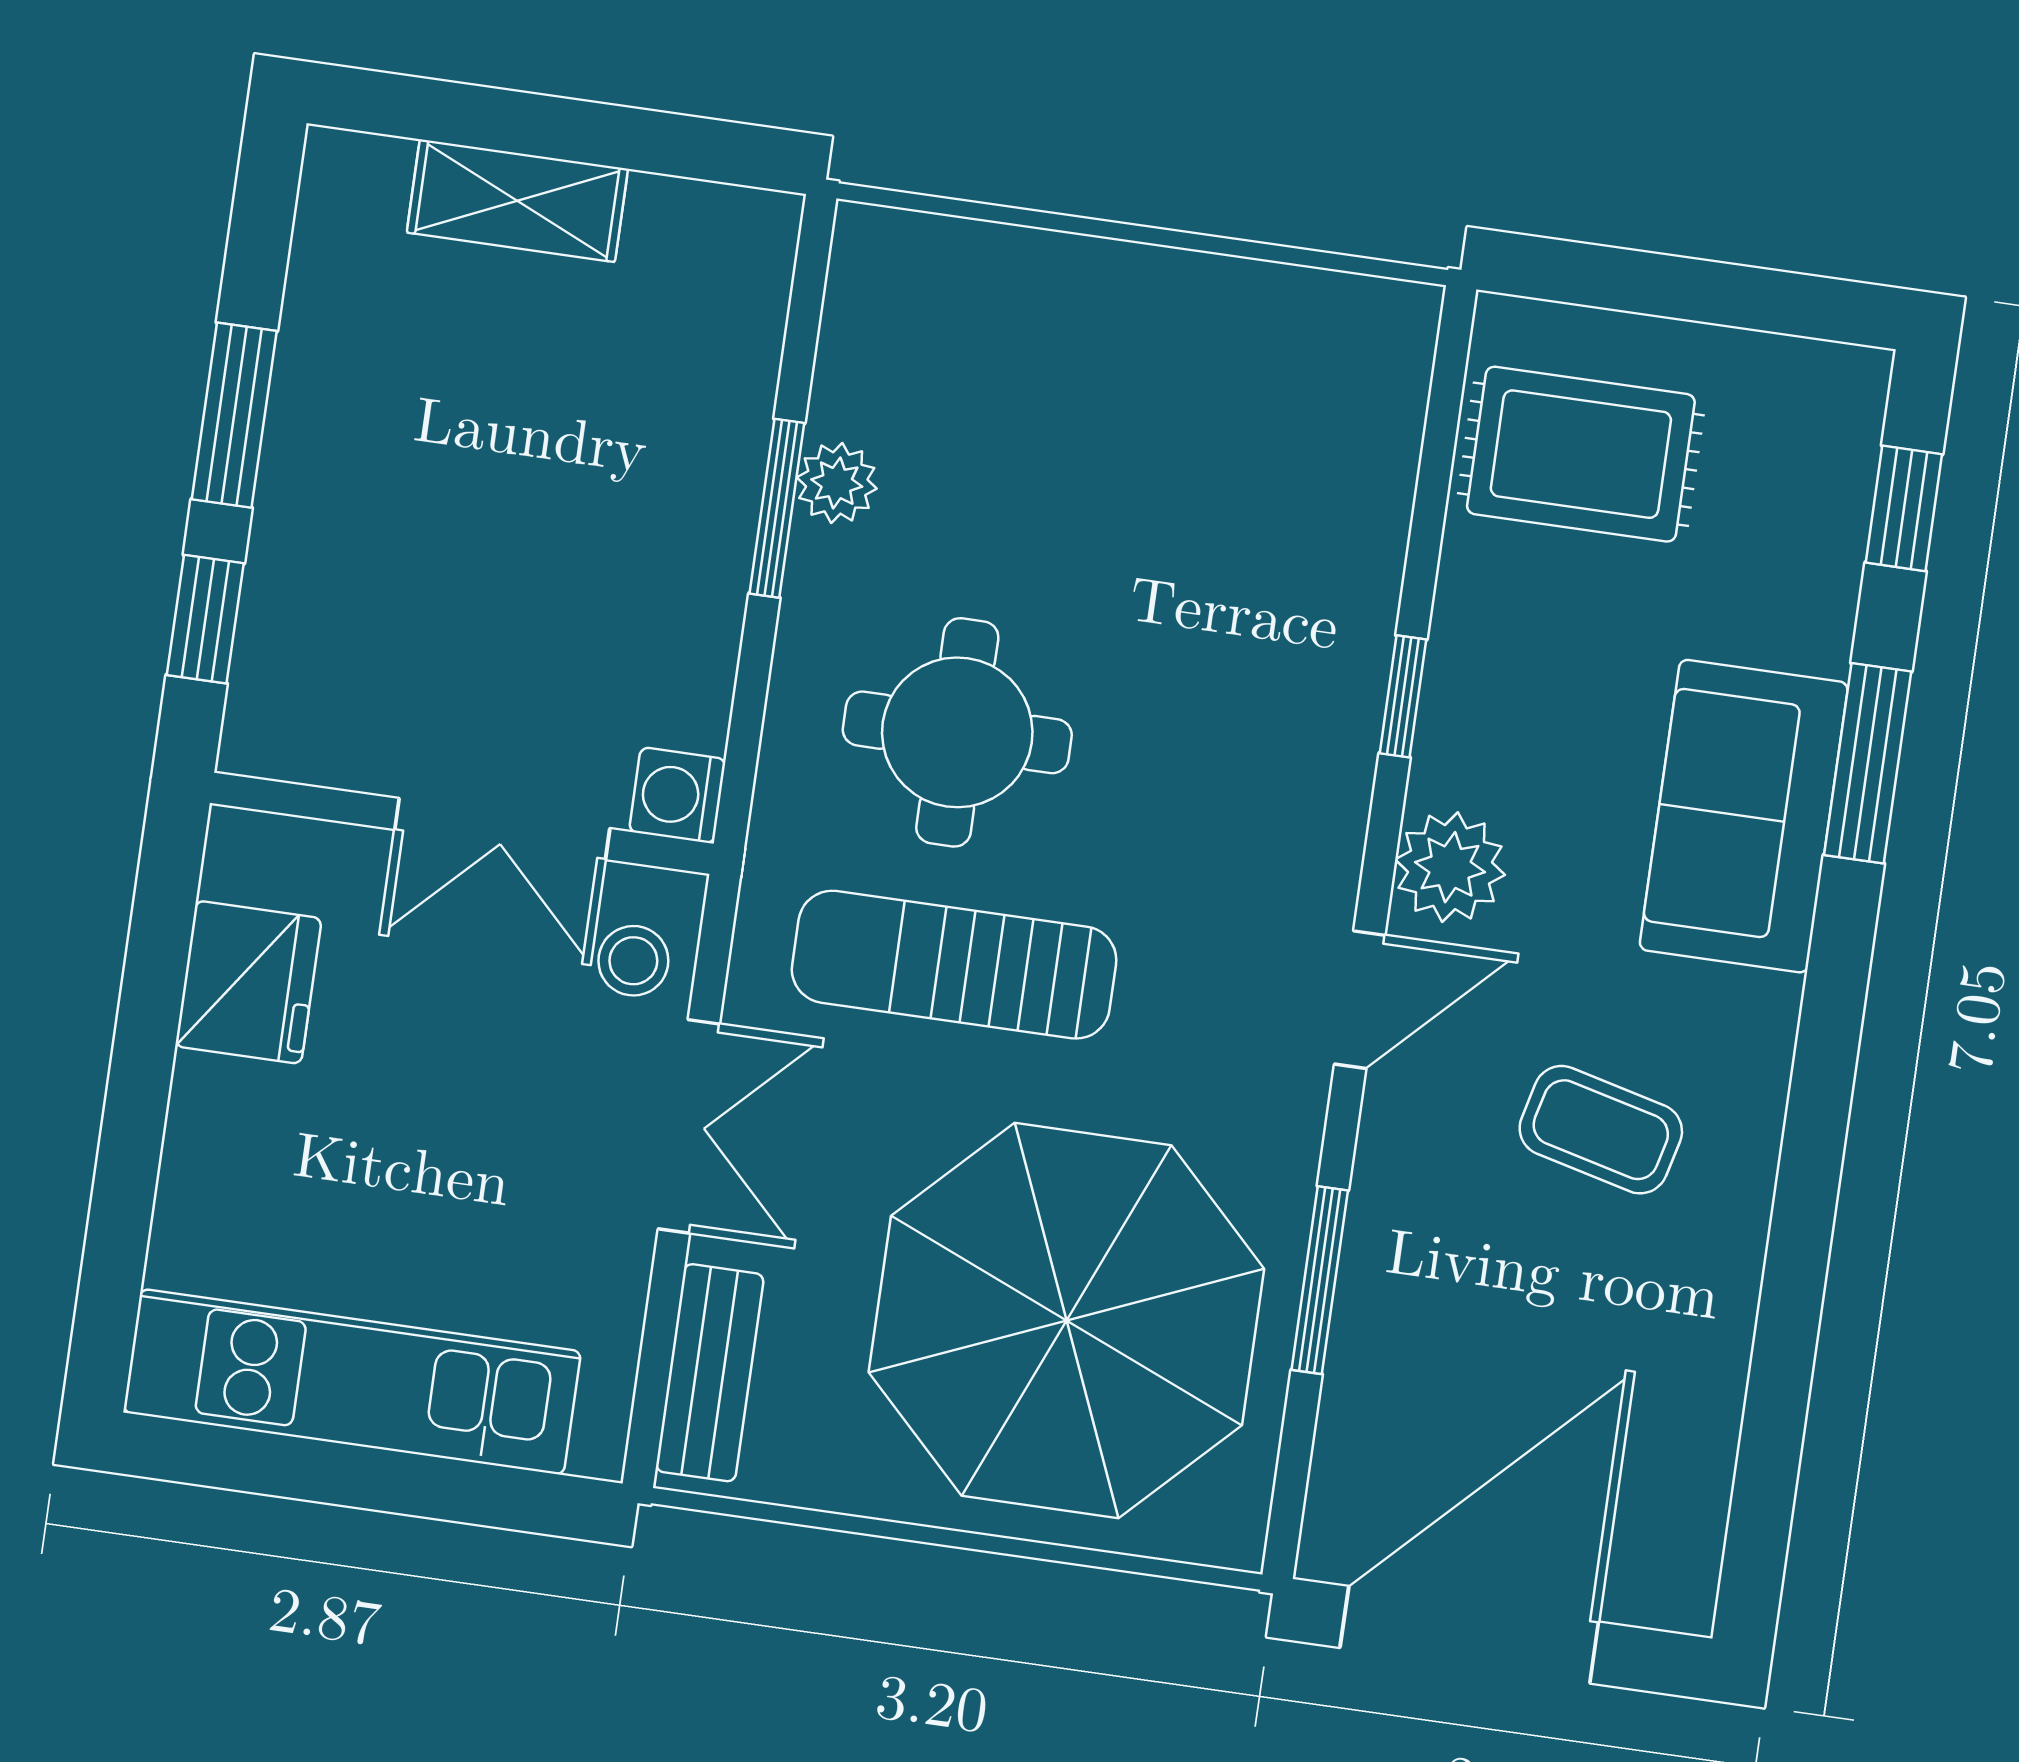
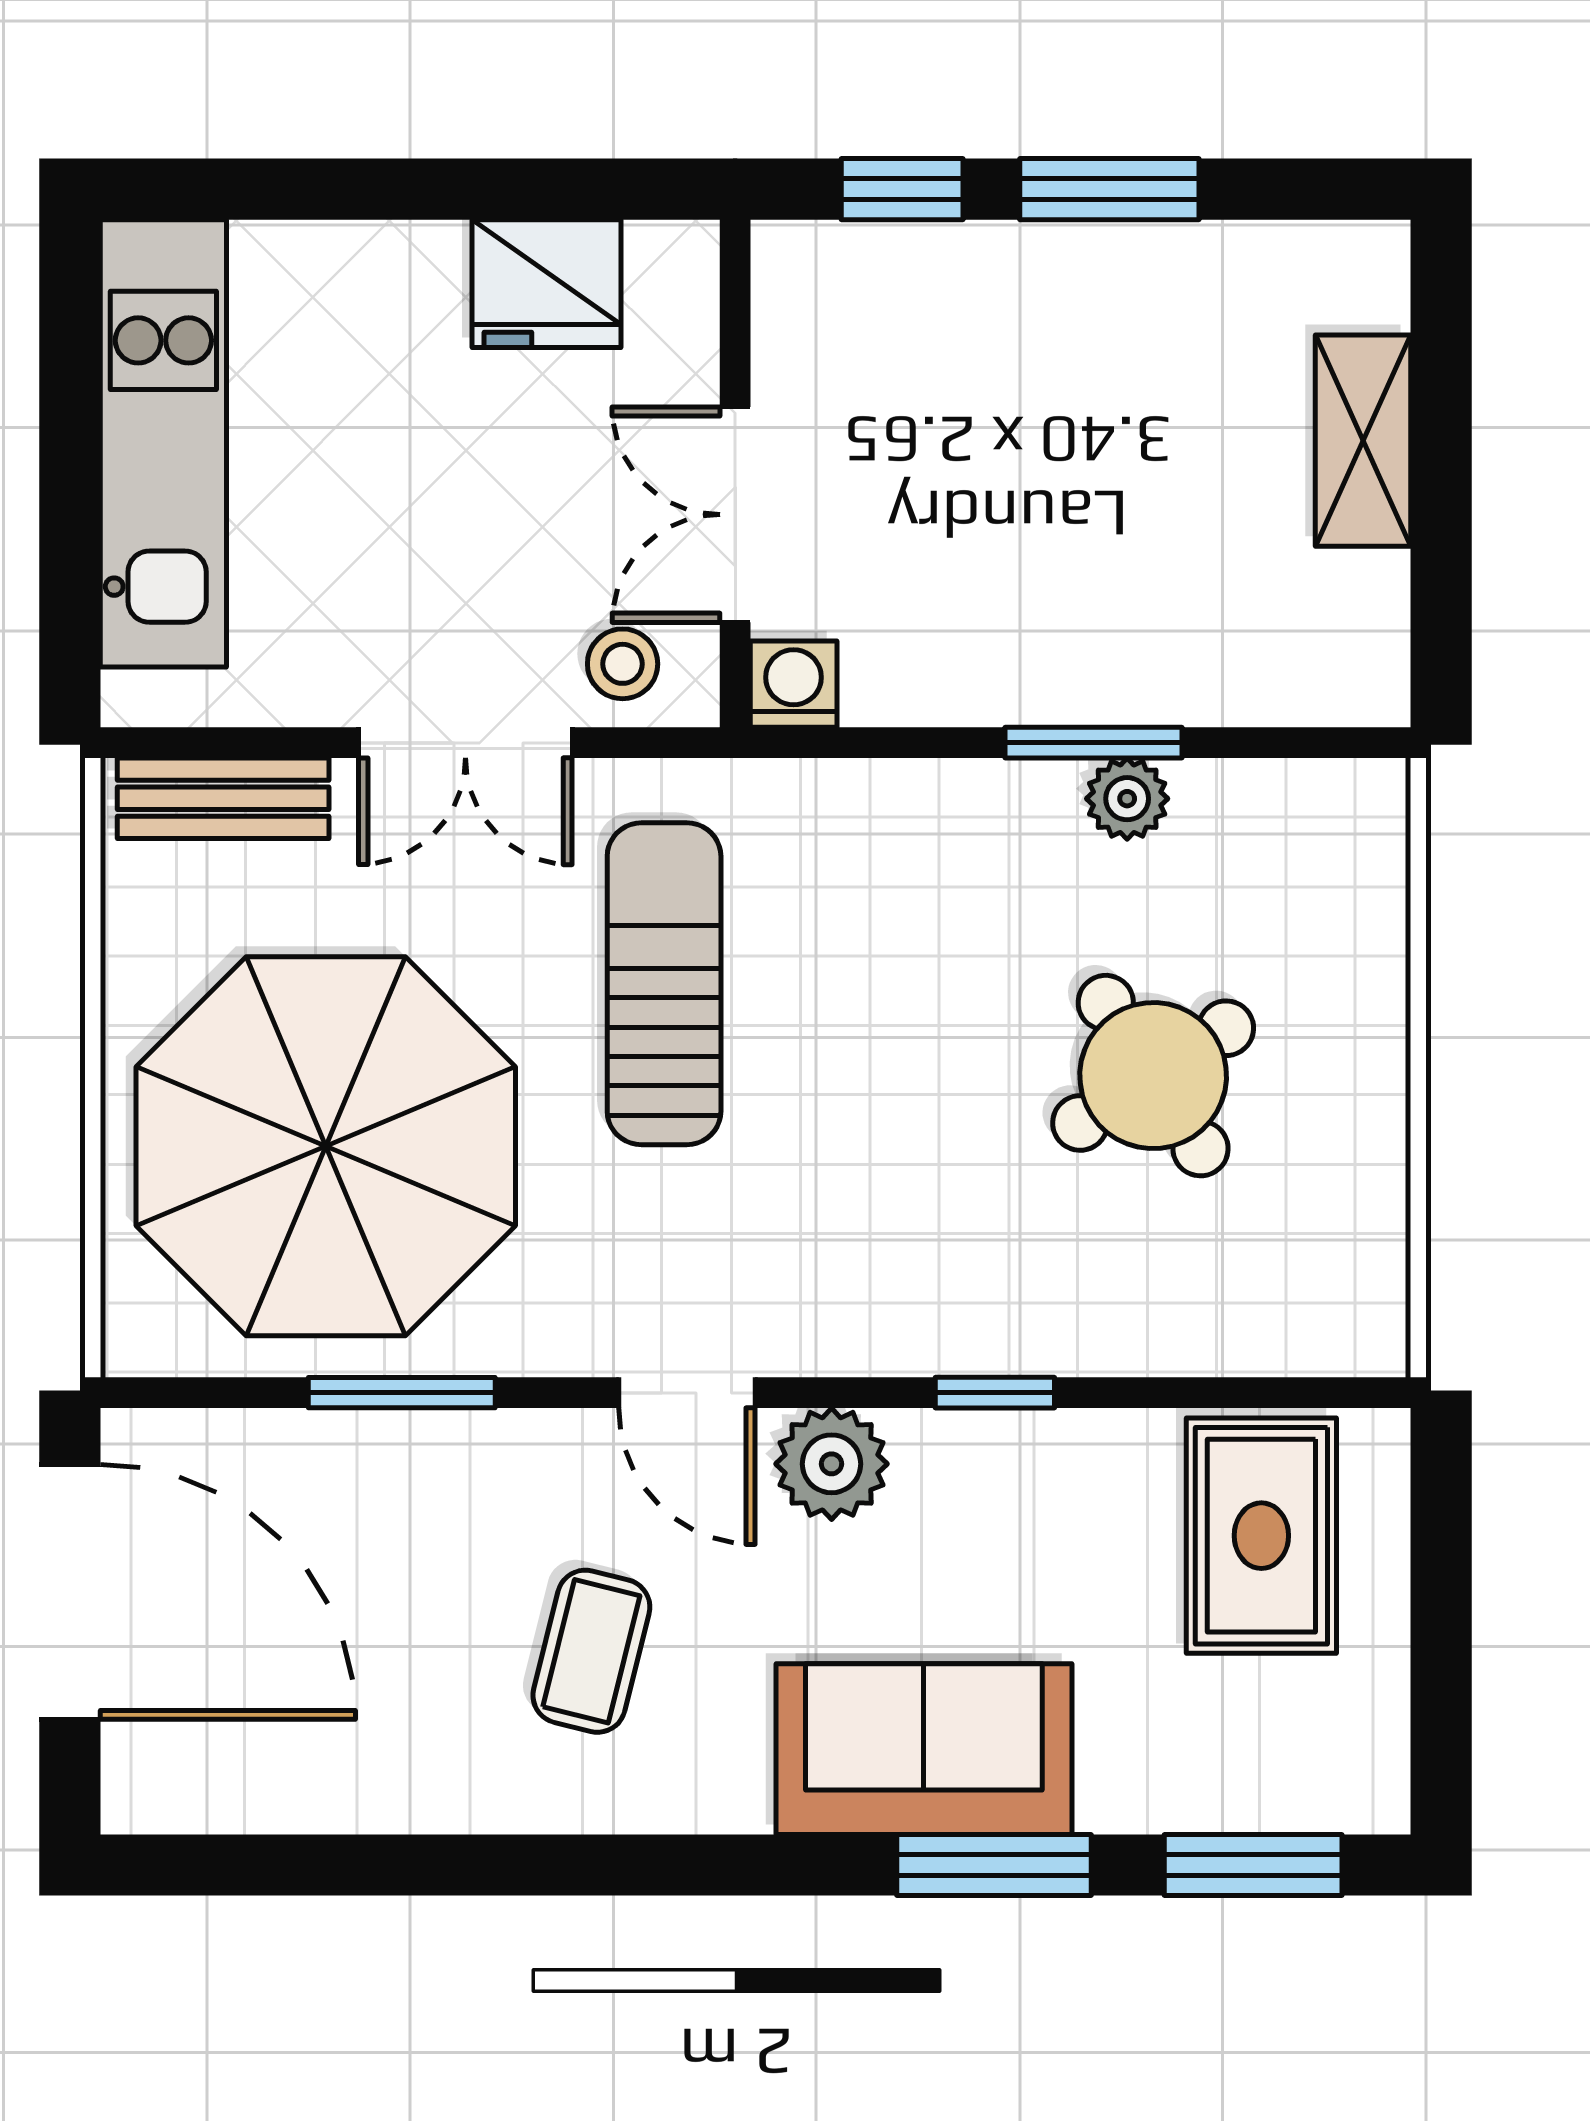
window: (1904, 508) -> (1253, 1865), width x1.50
round table: (957, 732) -> (1153, 1076), moved, turned -33

